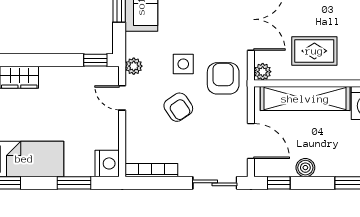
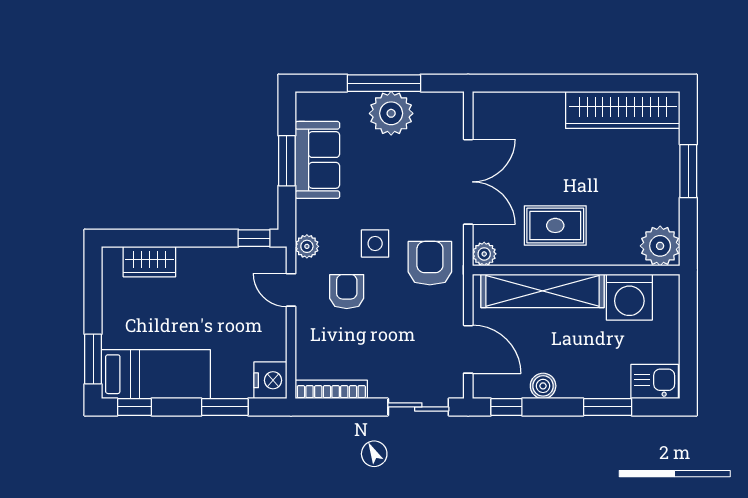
armchair: (178, 107) -> (347, 292), moved, turned -146

